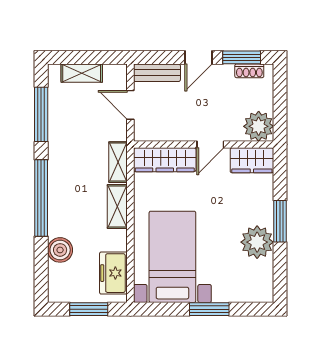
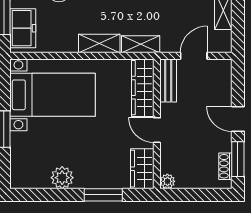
bench: (157, 73) -> (168, 80), moved
plant: (259, 126) -> (167, 181), width x0.53, depth x0.53
window: (280, 221) -> (103, 195), moved
plant: (257, 242) -> (62, 178), width x0.73, depth x0.73
freezer: (113, 273) -> (23, 28), moved, turned 90

